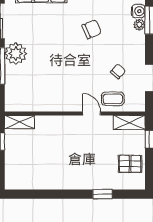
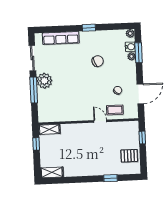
shelving: (129, 122) -> (52, 172), moved

